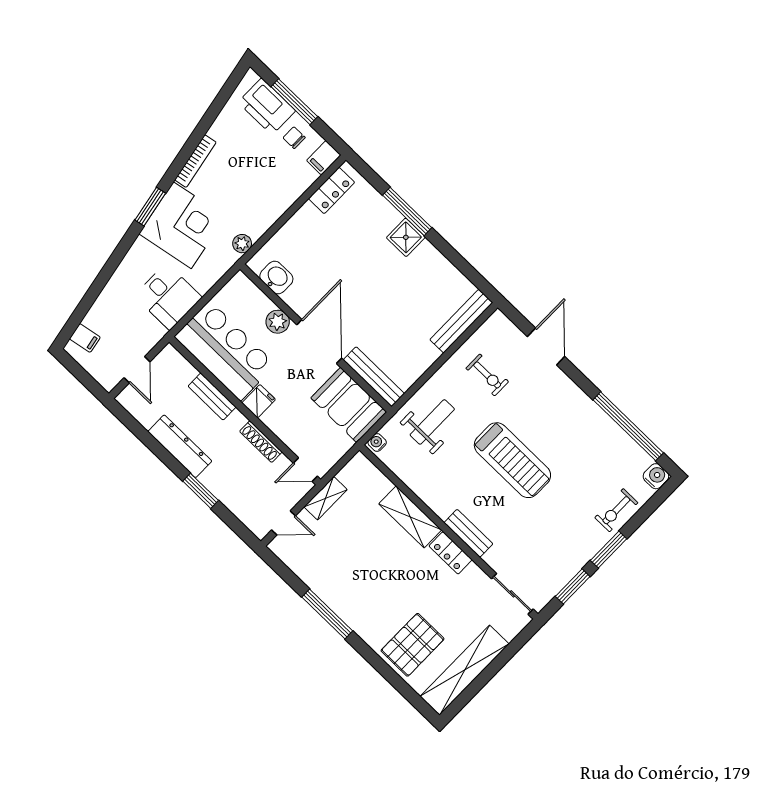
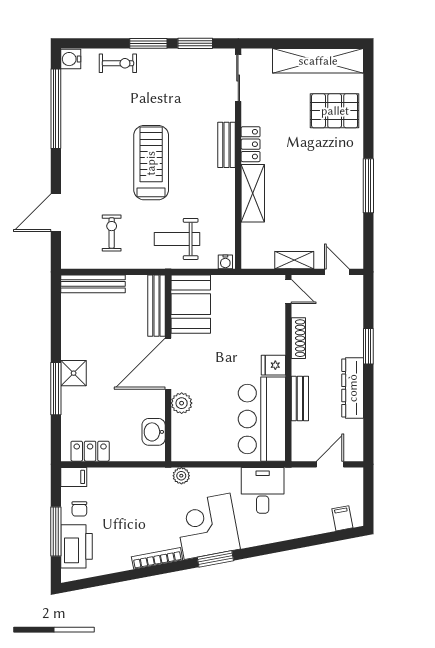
washbasin: (276, 277) -> (154, 432), moved
plant: (278, 322) -> (182, 403), moved
wall: (316, 338) -> (168, 368), moved
door: (319, 341) -> (168, 364), moved
bench: (374, 377) -> (156, 306), moved
booth: (349, 405) -> (191, 304), moved

